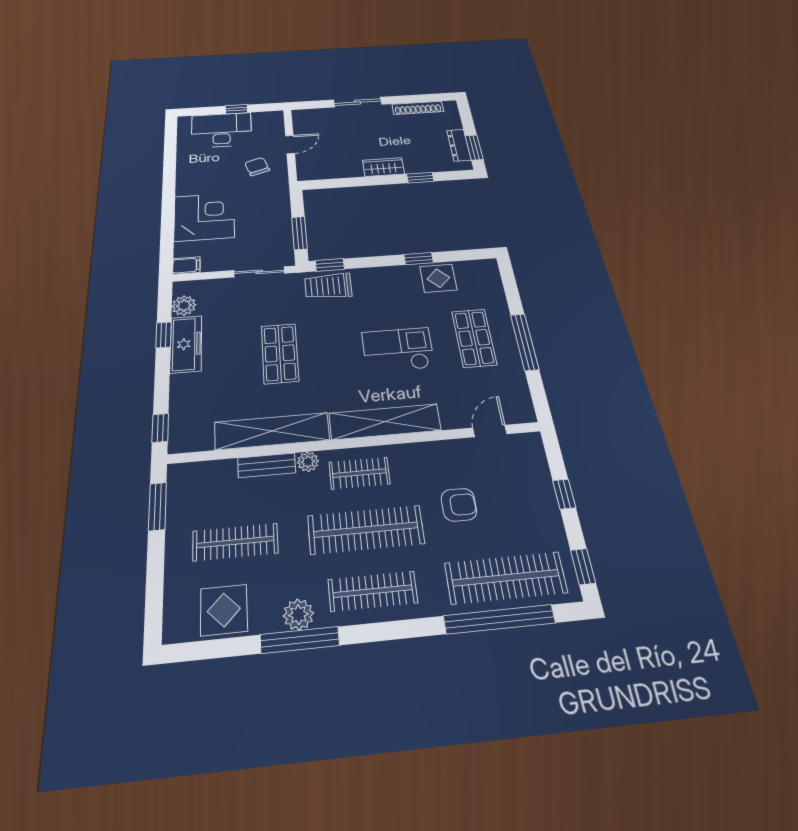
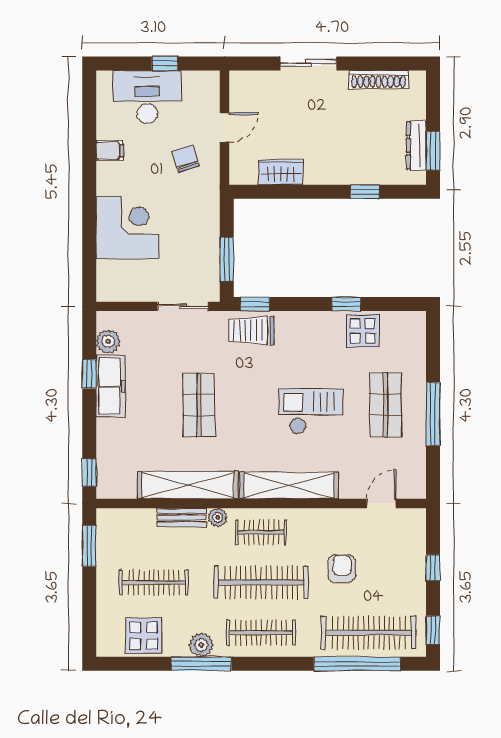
wardrobe: (383, 167) -> (281, 172), moved
filing cabinet: (186, 266) -> (110, 151), moved
armchair: (459, 505) -> (342, 569), turned -90

